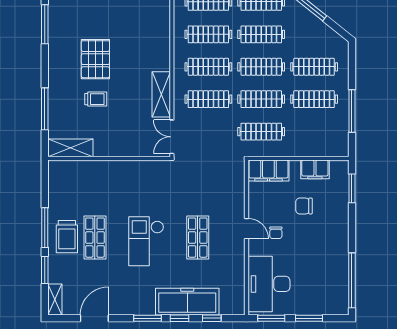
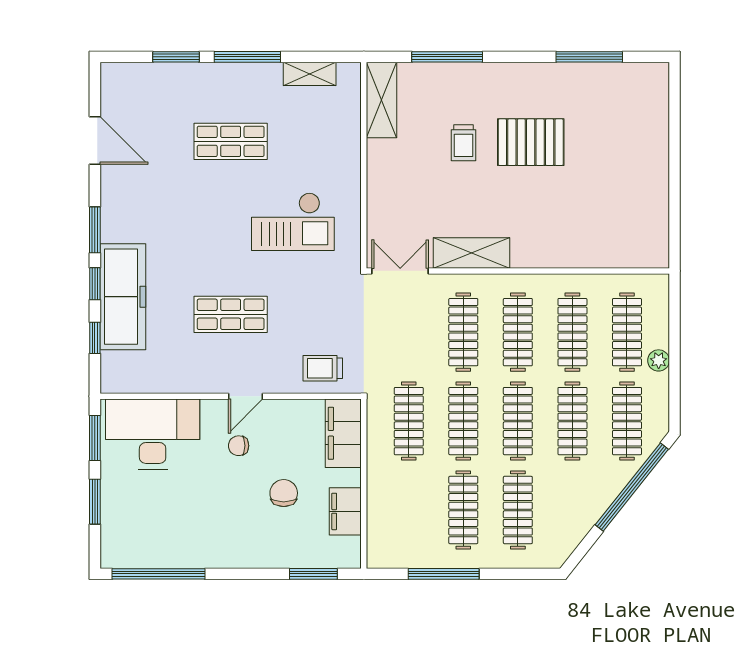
trolley: (67, 237) -> (323, 368), moved, width x0.73, depth x0.72
checkout: (146, 241) -> (293, 222), moved, turned 180
shelving: (55, 300) -> (310, 74), moved

